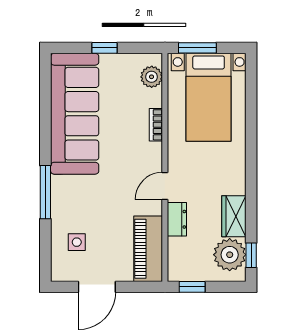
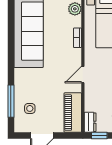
window: (45, 192) -> (11, 101), moved
dresser: (177, 219) -> (90, 122), moved

